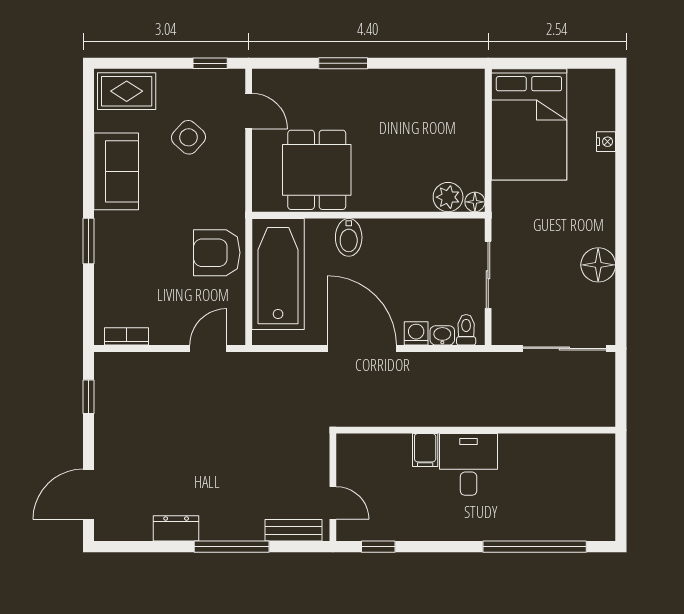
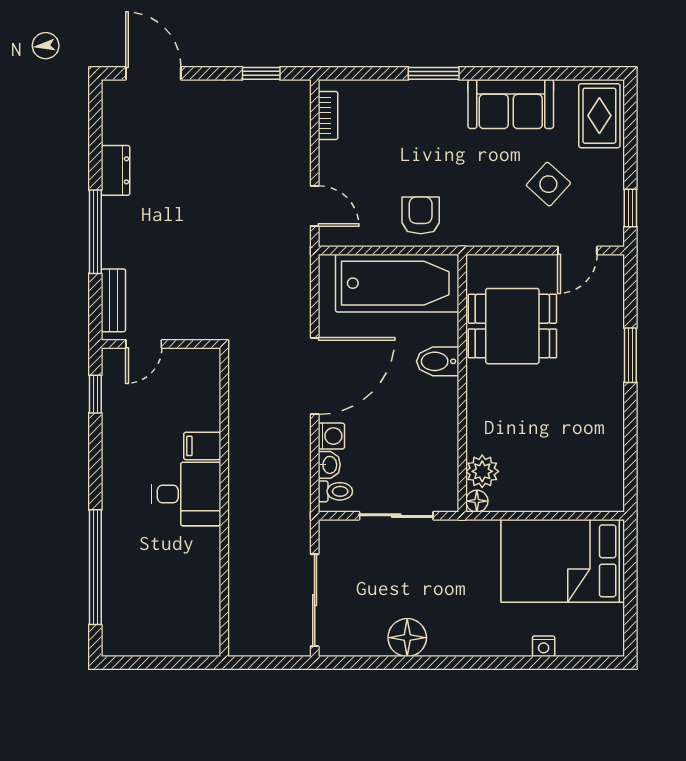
armchair: (217, 253) -> (421, 215), width x0.72, depth x0.72

